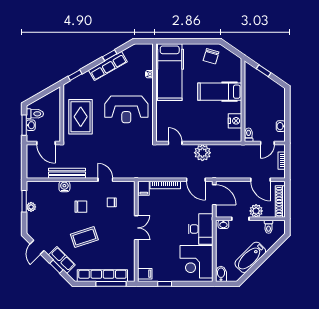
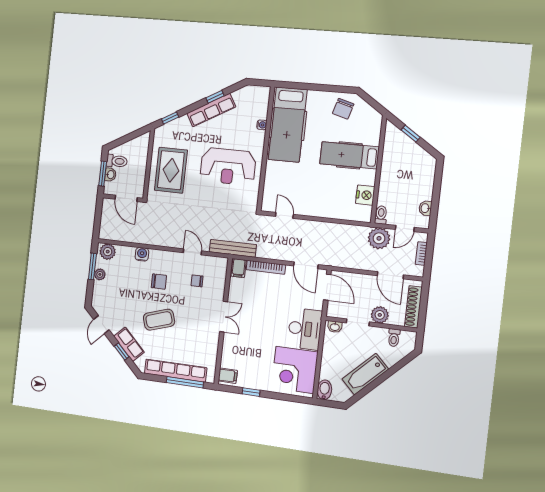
plant: (202, 153) -> (379, 238), moved
bench: (67, 173) -> (233, 248), moved
plant: (36, 188) -> (108, 252), added

